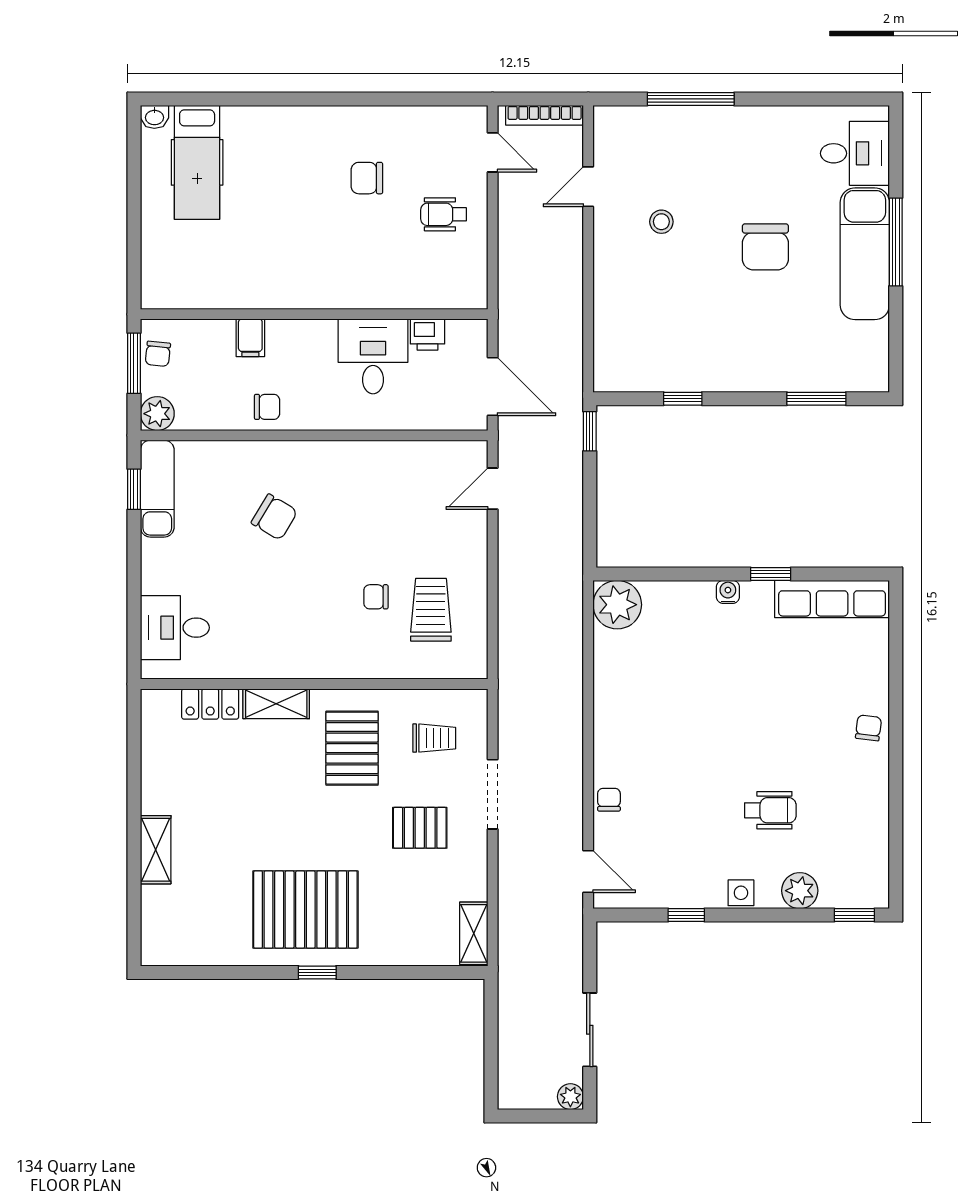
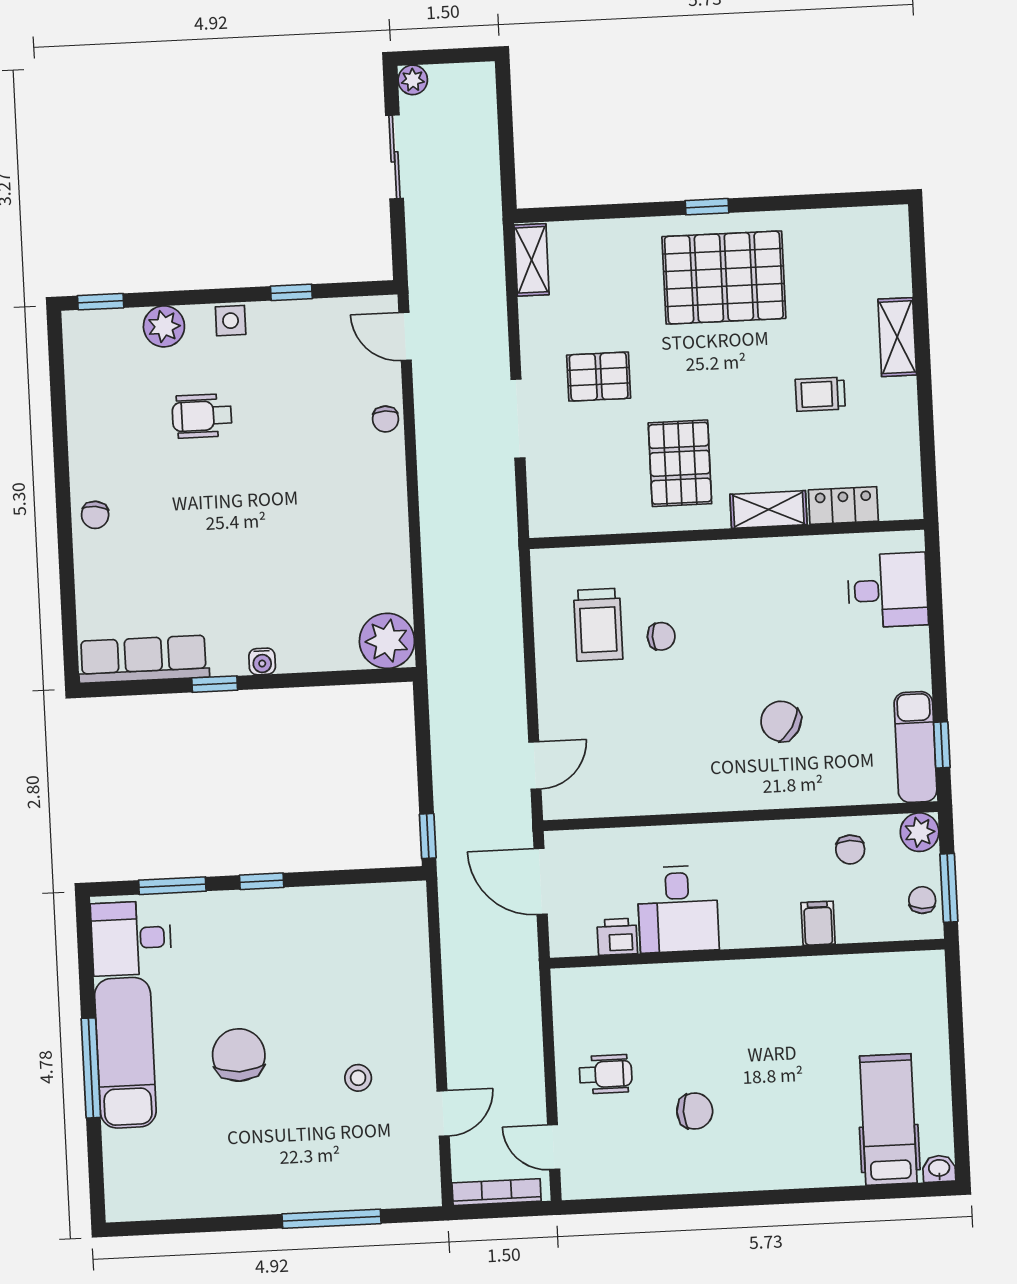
desk: (855, 153) -> (131, 938), moved
window: (683, 399) -> (262, 881), moved
chair: (267, 407) -> (850, 850), moved, turned -90
trolley: (434, 738) -> (820, 394), moved

